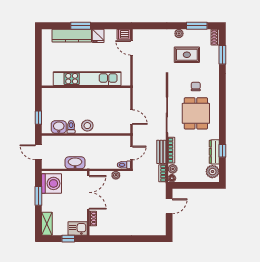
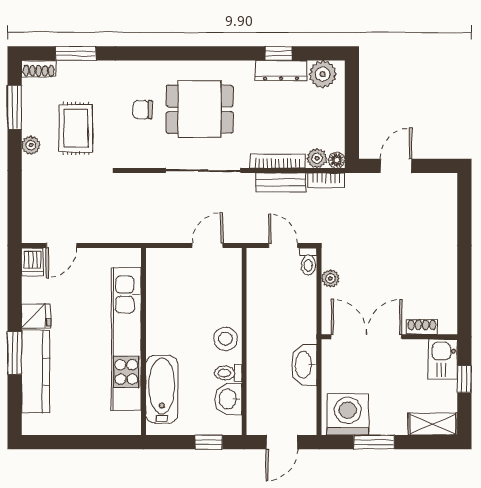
bathtub: (63, 95) -> (162, 389), added
door: (169, 206) -> (396, 166), hinge flipped

